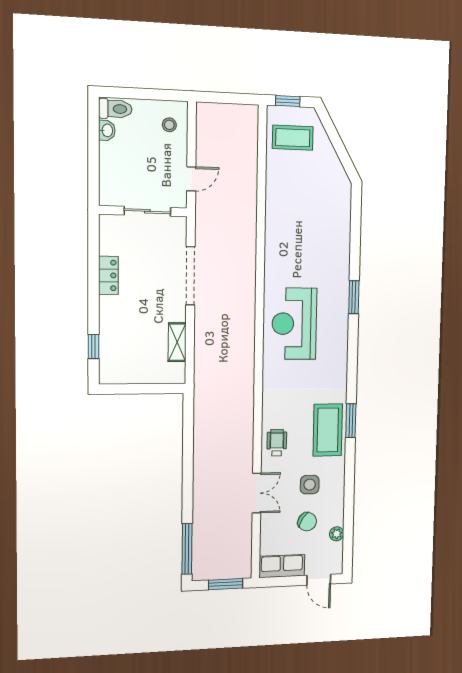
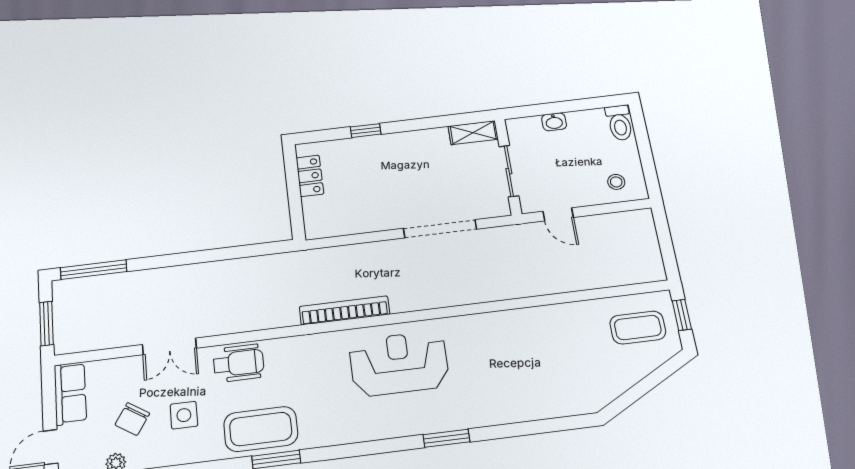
washbasin: (107, 130) -> (554, 122), moved
coffee table: (293, 138) -> (638, 328), turned 90
locker: (108, 275) -> (310, 176), moved, turned -90
shelving: (177, 342) -> (473, 133), moved
window: (94, 346) -> (366, 131), moved
bookcase: (247, 360) -> (344, 310), added
wheelchair: (277, 443) -> (239, 363), width x1.36, depth x1.37

